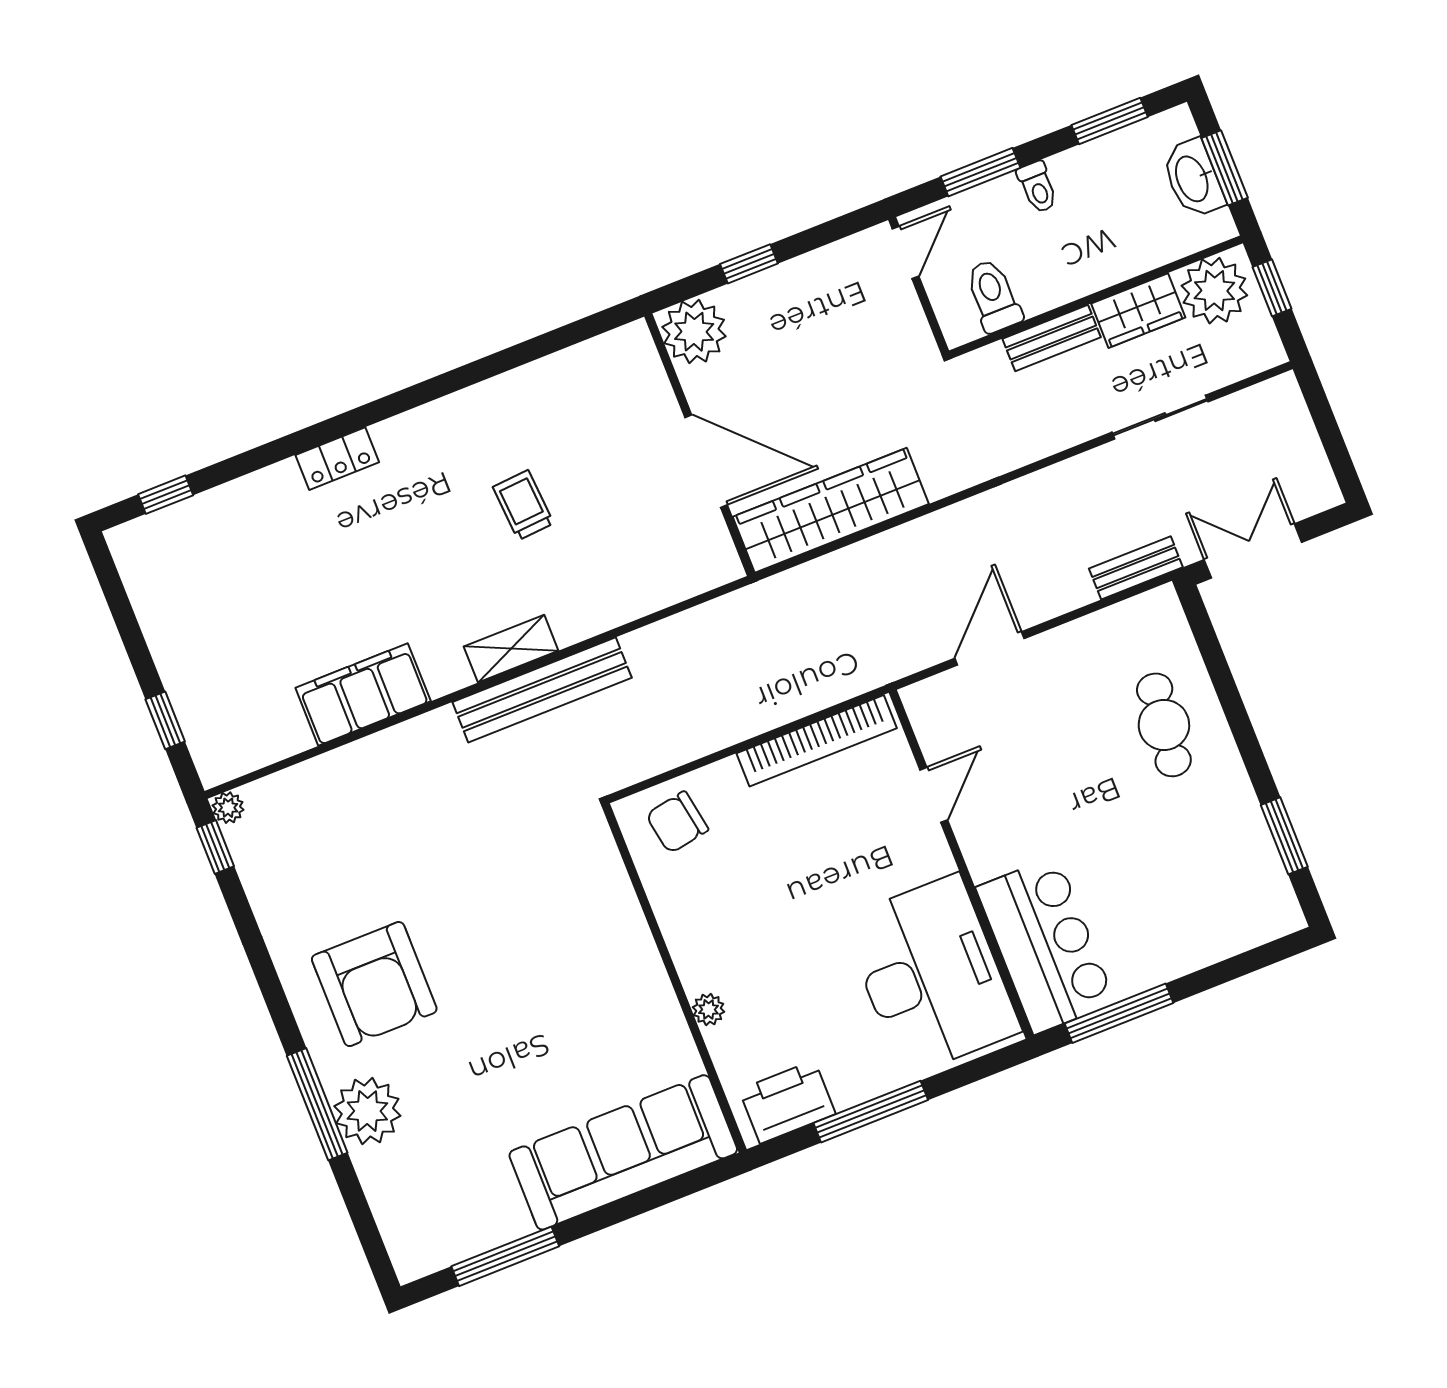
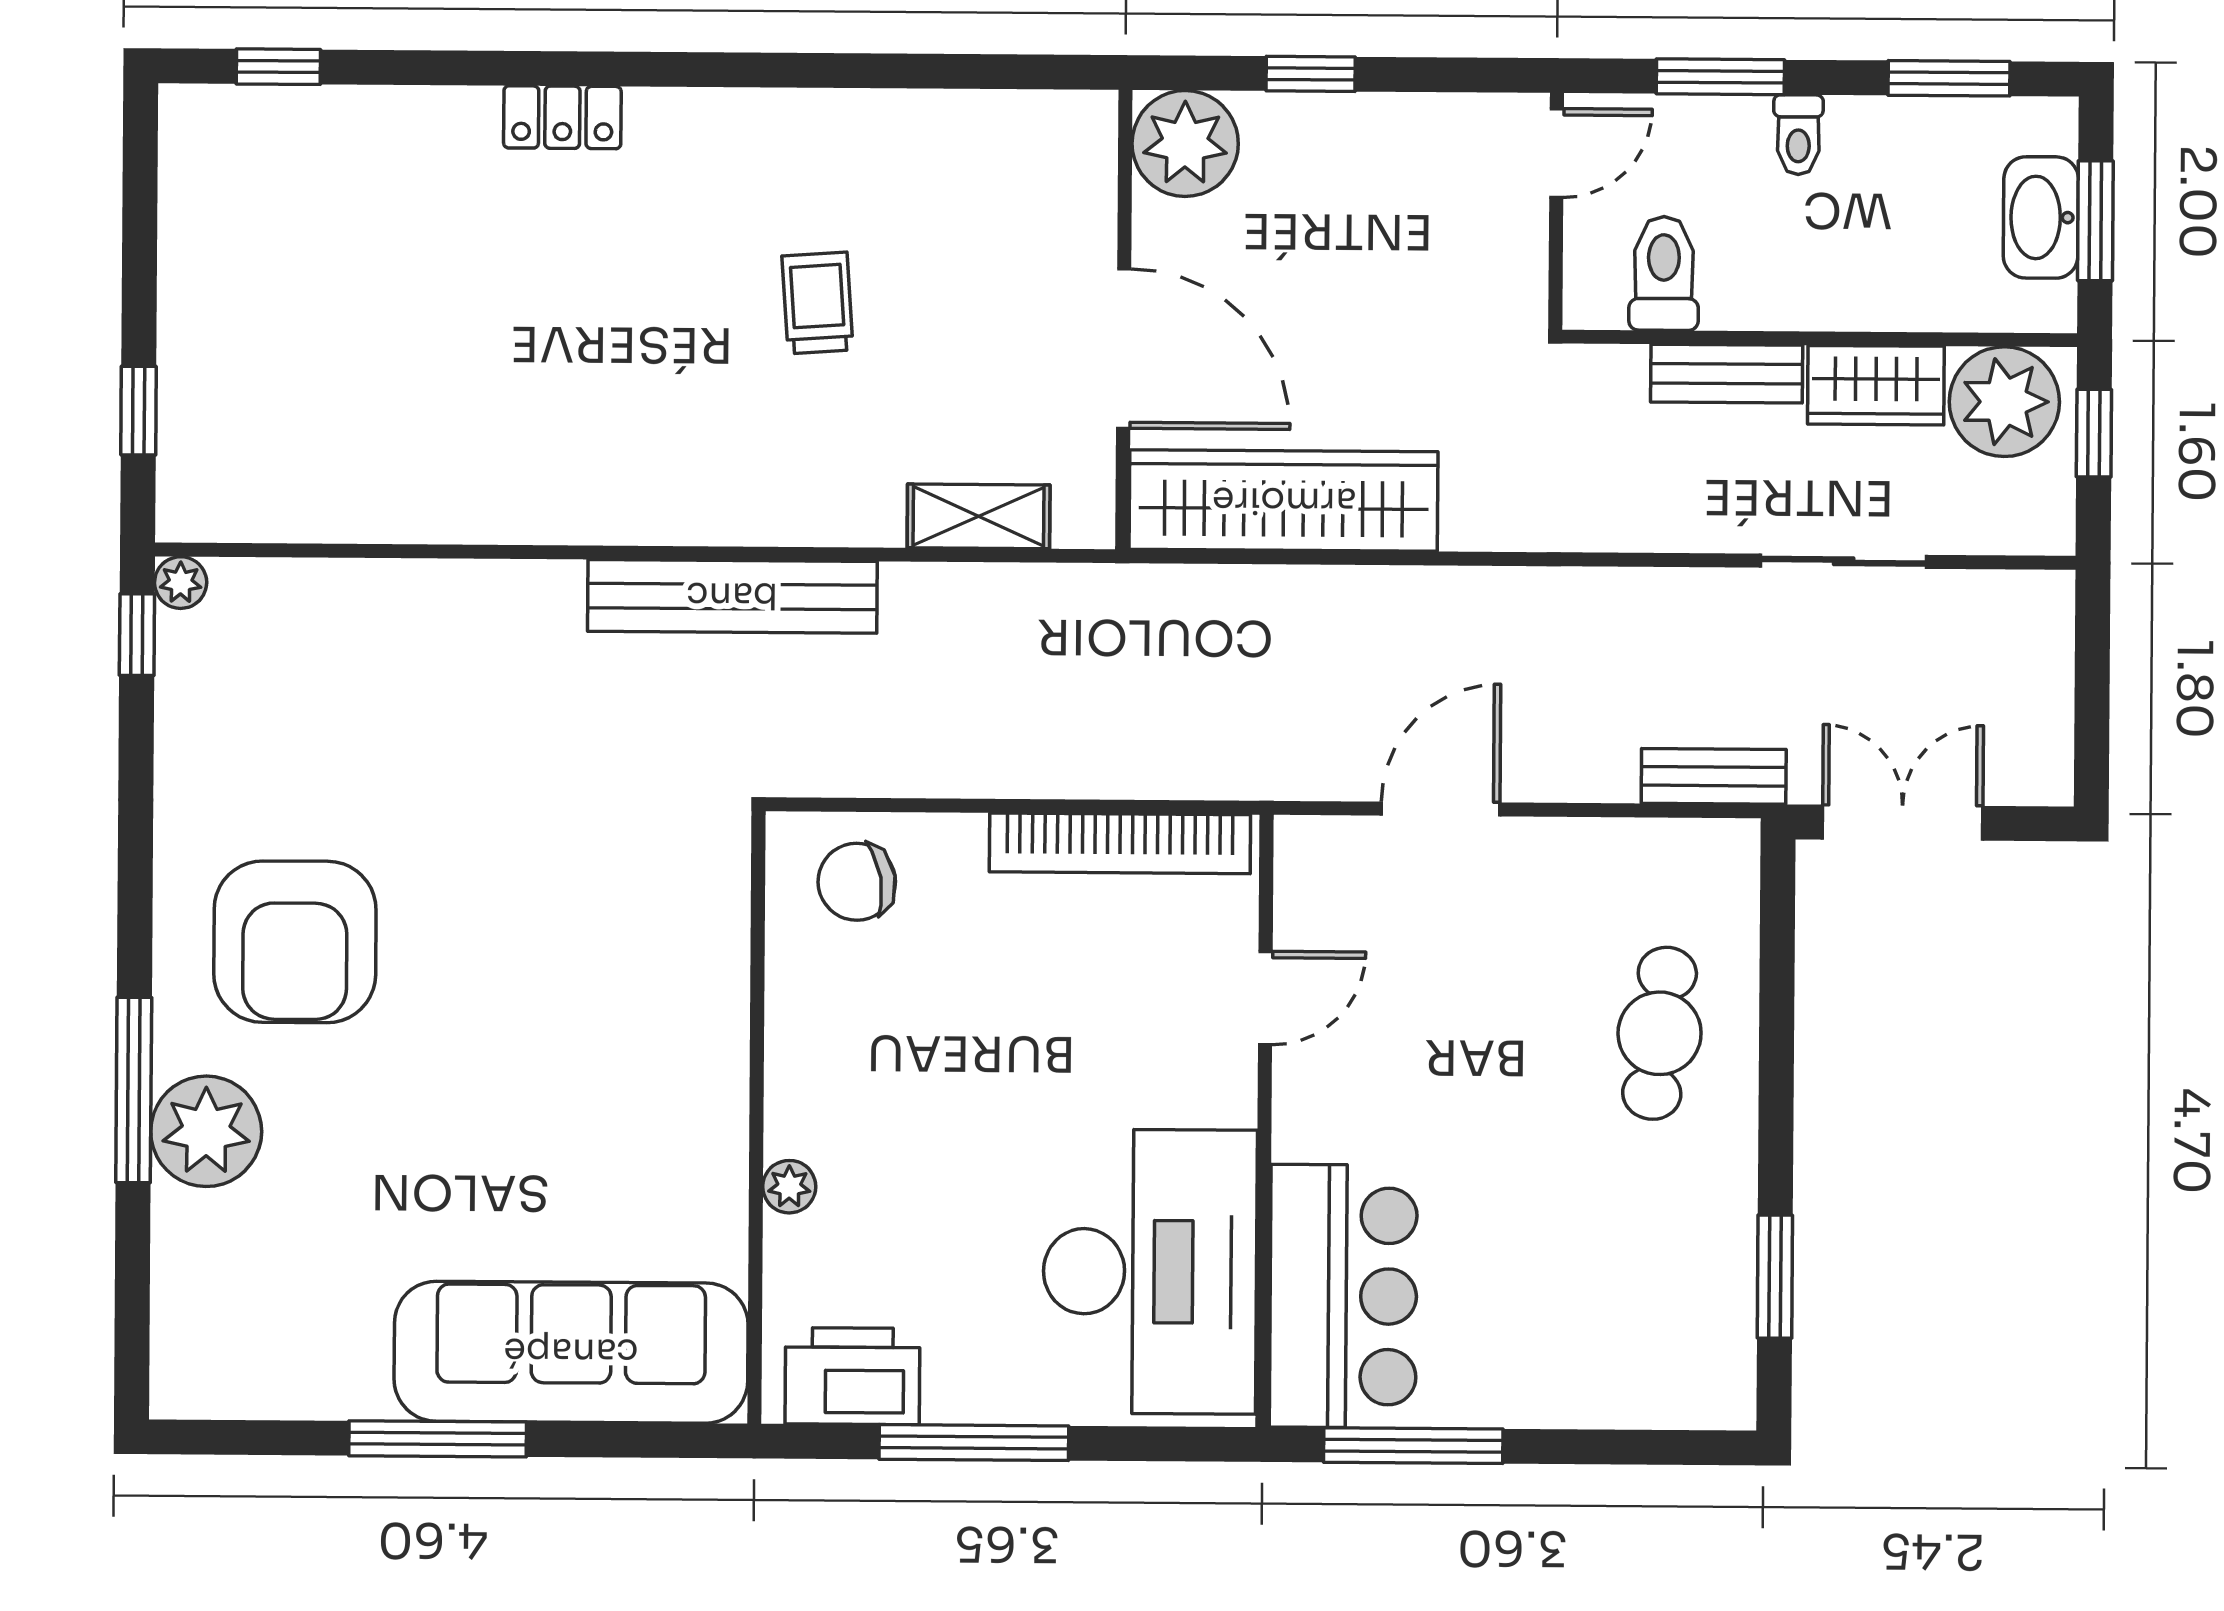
shelving: (511, 649) -> (979, 516), moved
filing cabinet: (363, 694) -> (456, 493), removed
window: (505, 1256) -> (438, 1439), moved

